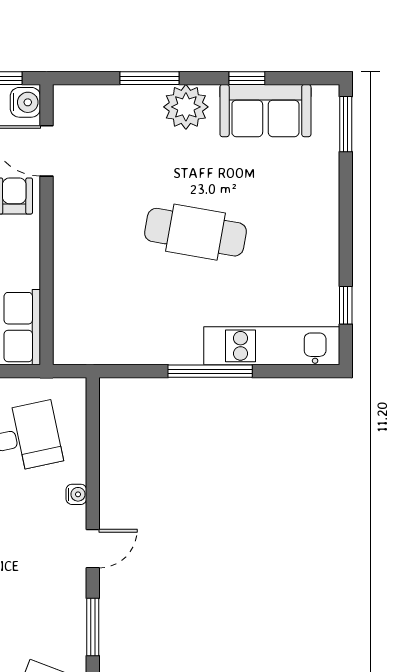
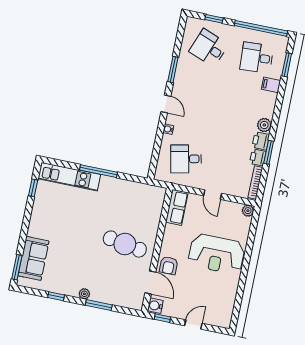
plant: (186, 107) -> (84, 294), width x0.53, depth x0.53
sofa: (265, 111) -> (33, 258), moved, turned 90
cafe table: (196, 232) -> (125, 244), moved
door: (93, 549) -> (166, 104), swing flipped

